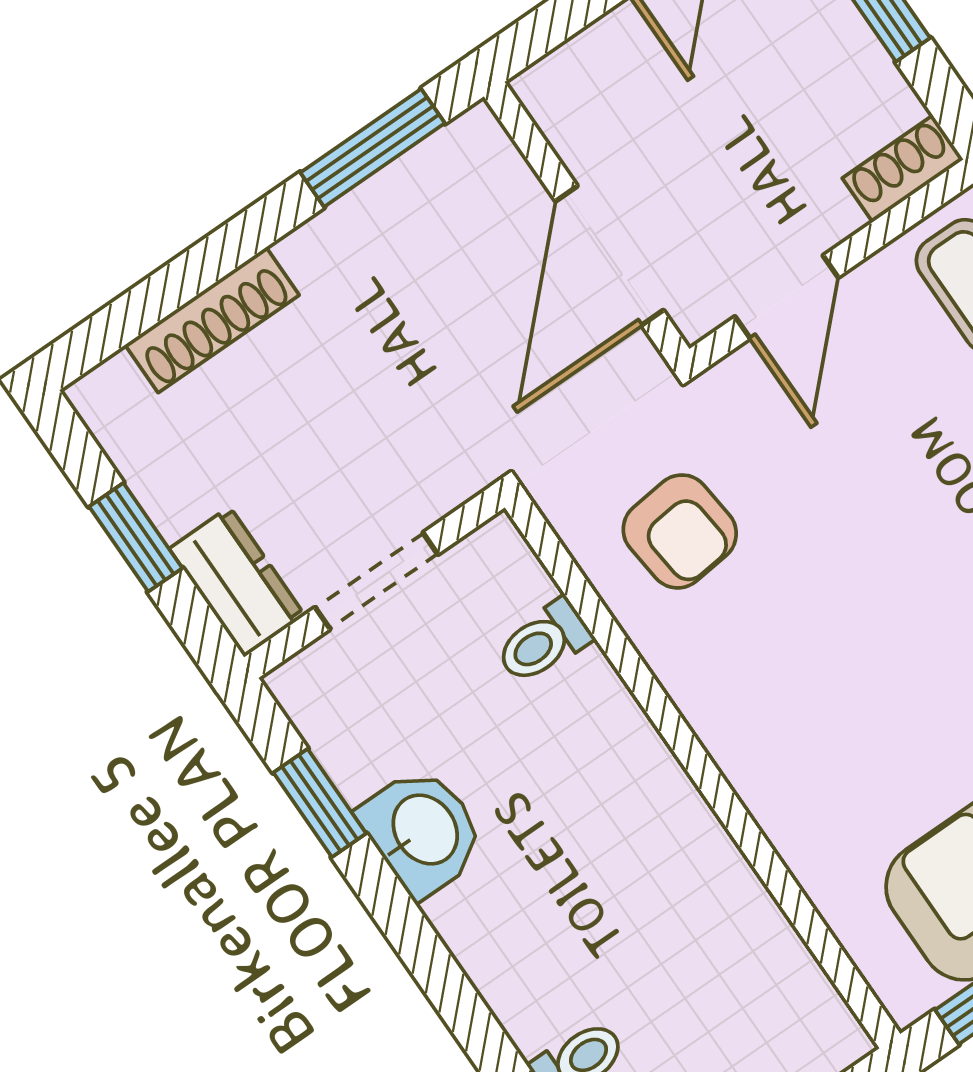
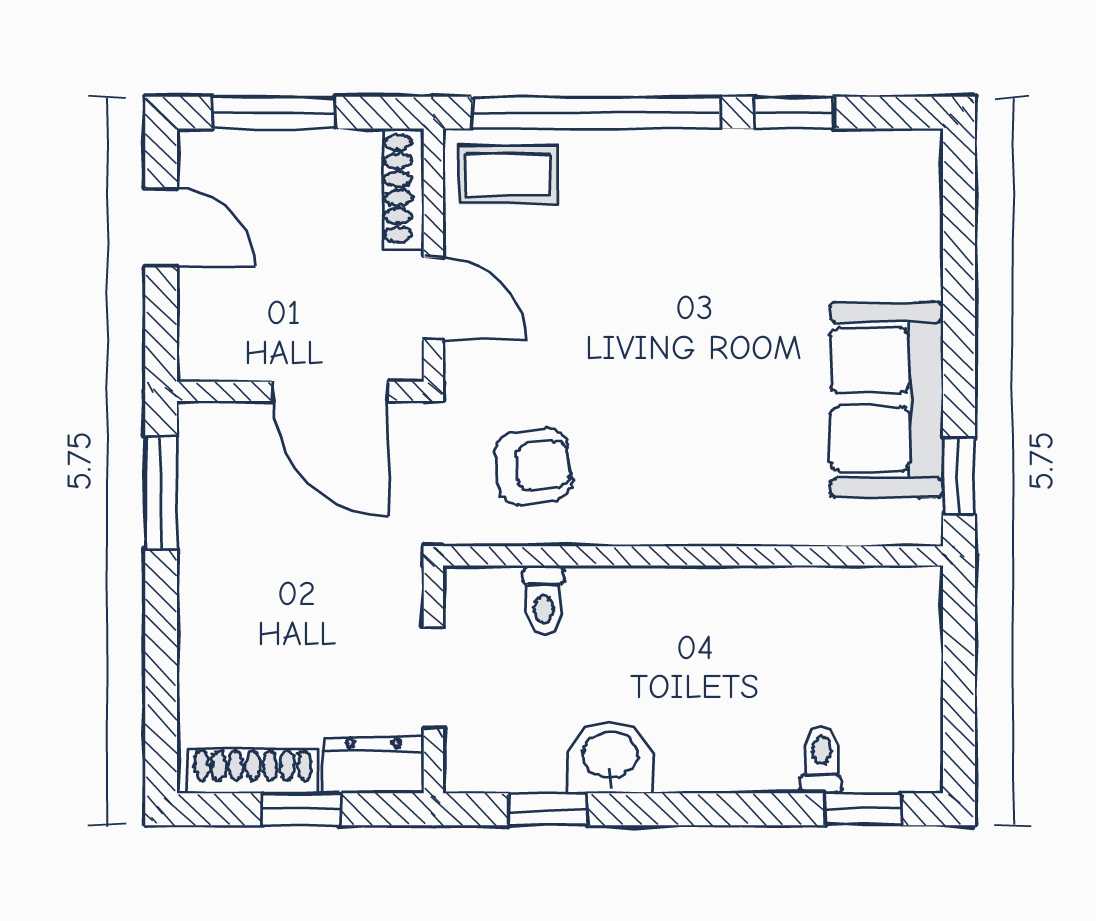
shoe rack: (903, 169) -> (404, 188), width x1.43
shoe rack: (212, 320) -> (253, 771), moved, turned -90

